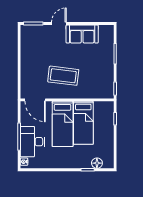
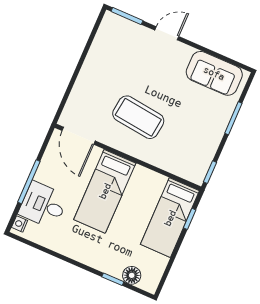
sofa: (82, 34) -> (214, 73), moved
bed: (83, 123) -> (170, 218), moved
desk: (32, 142) -> (43, 205), width x0.73

